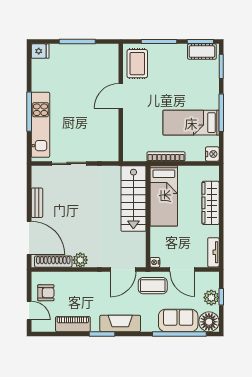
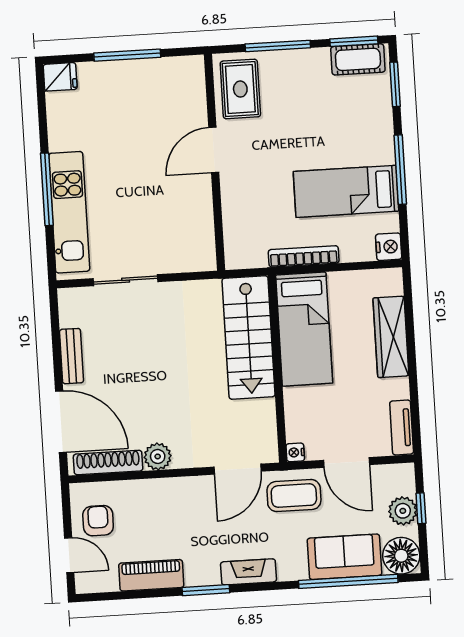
armchair: (46, 293) -> (98, 521), turned -90
fireplace: (120, 323) -> (248, 572), width x0.73, depth x0.76

